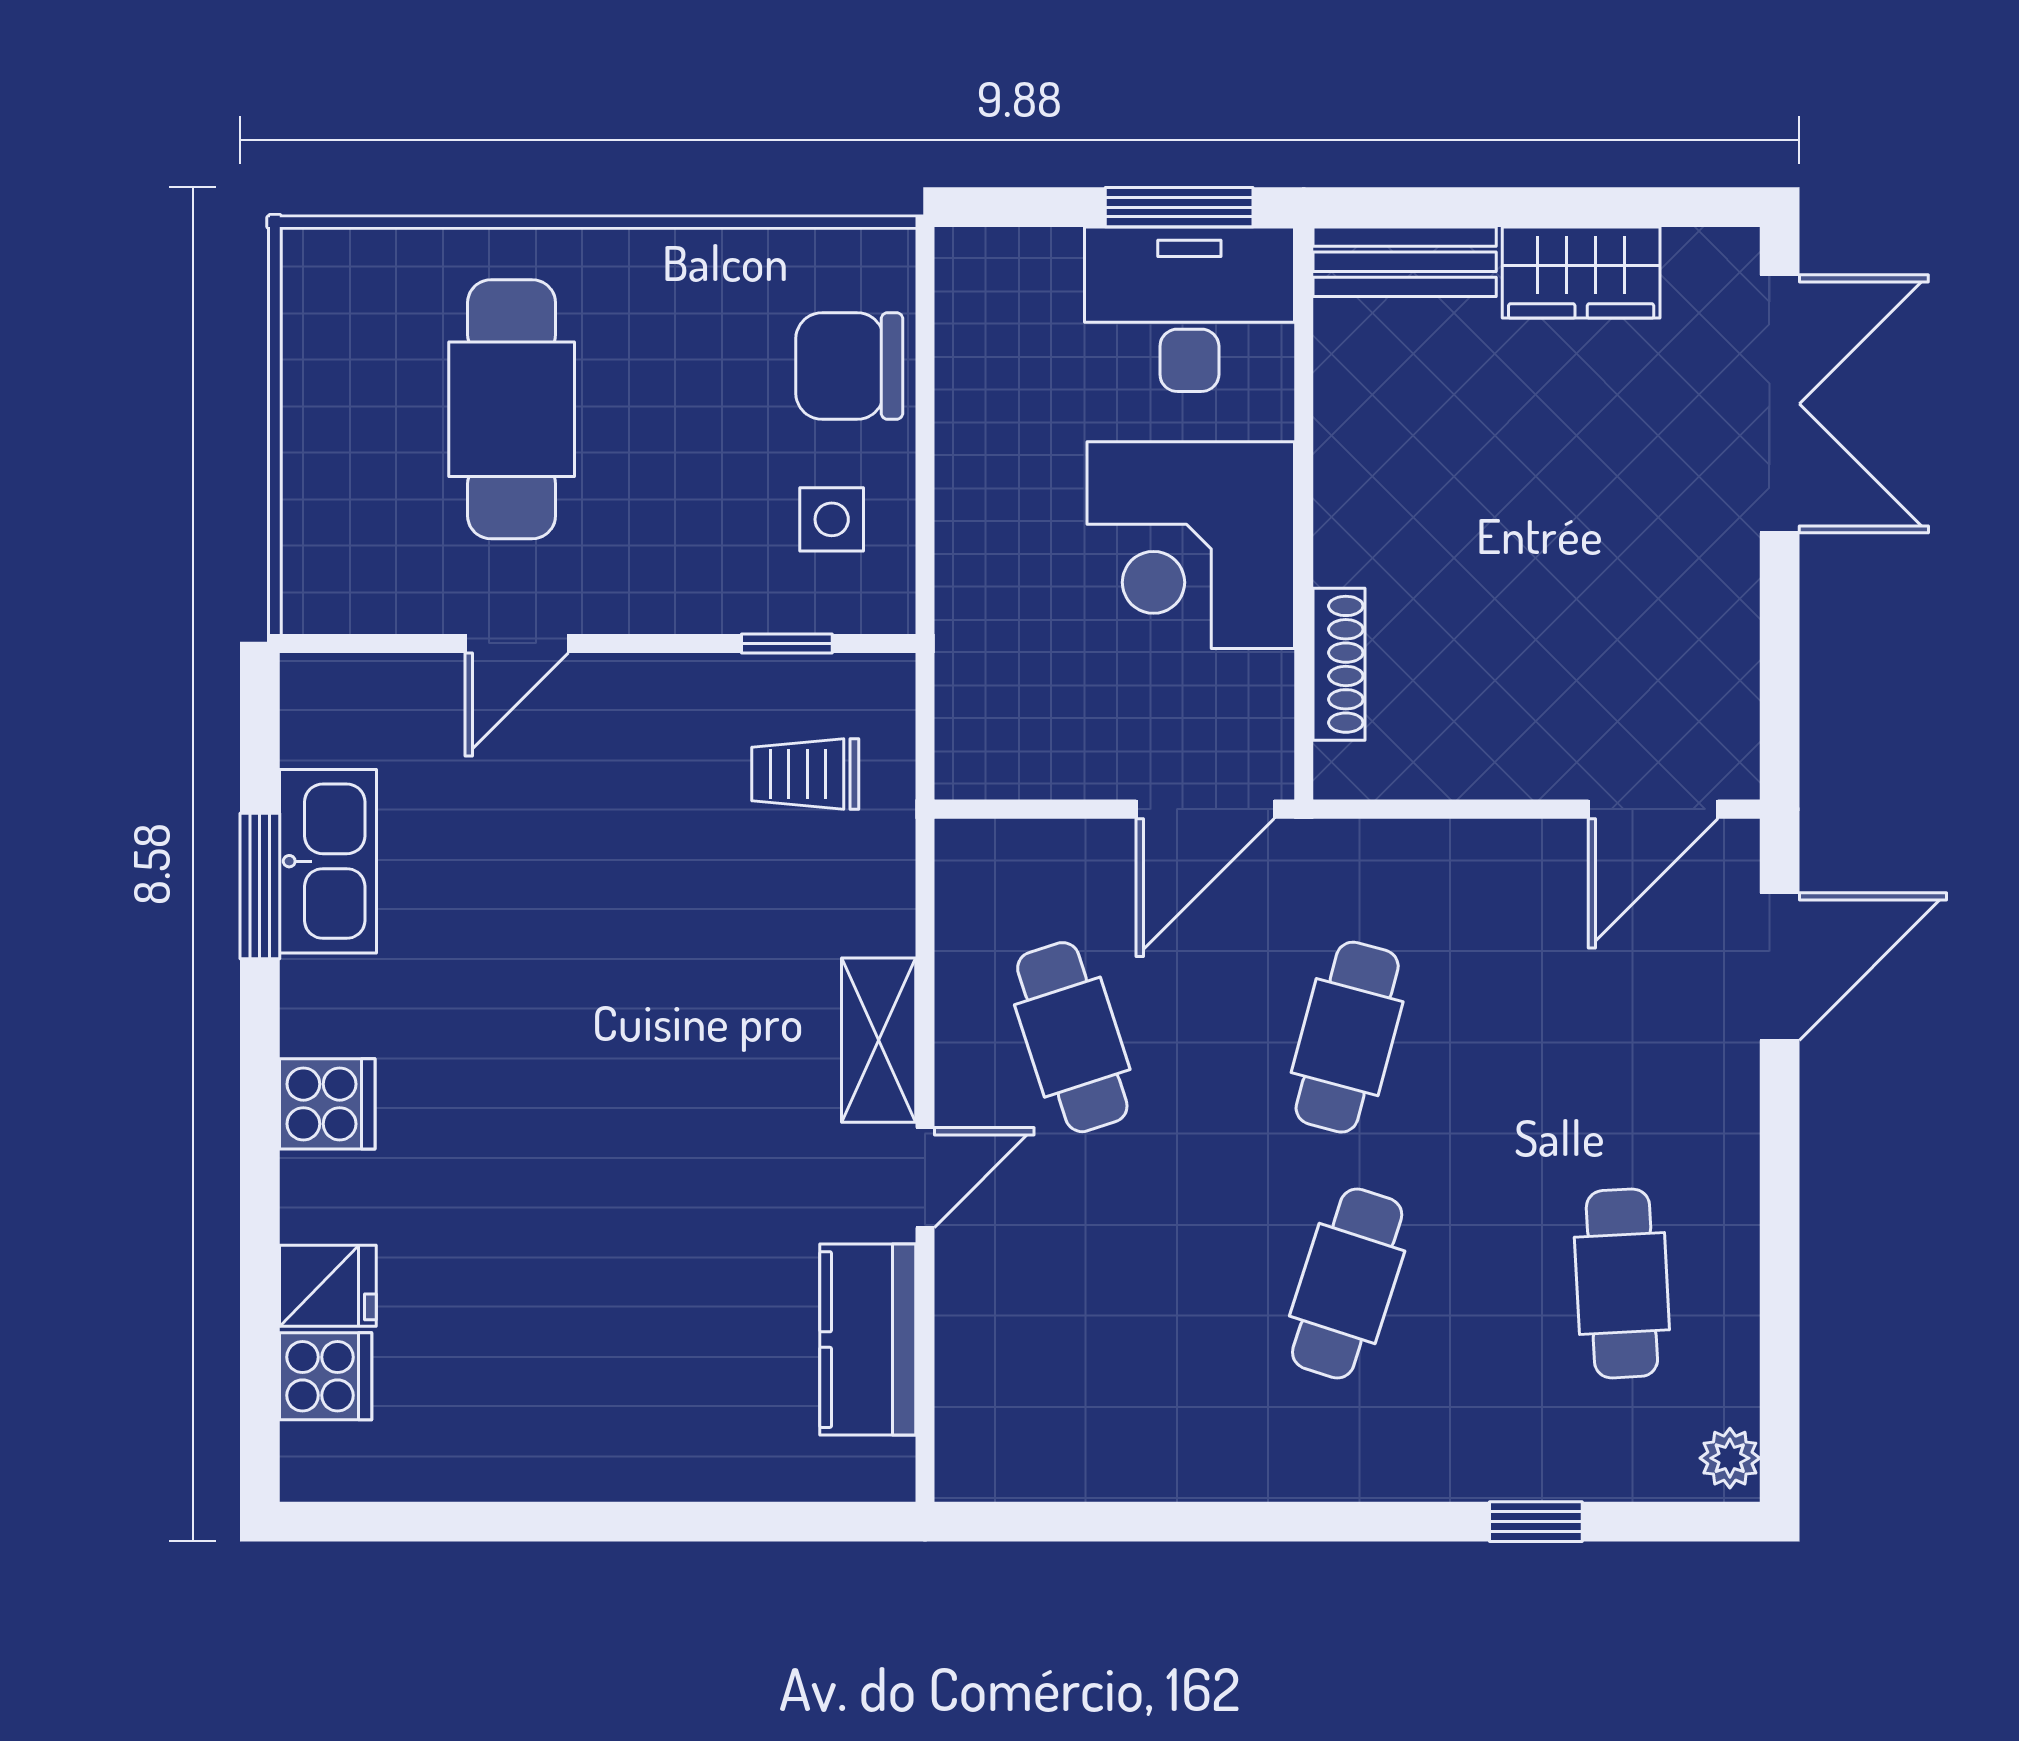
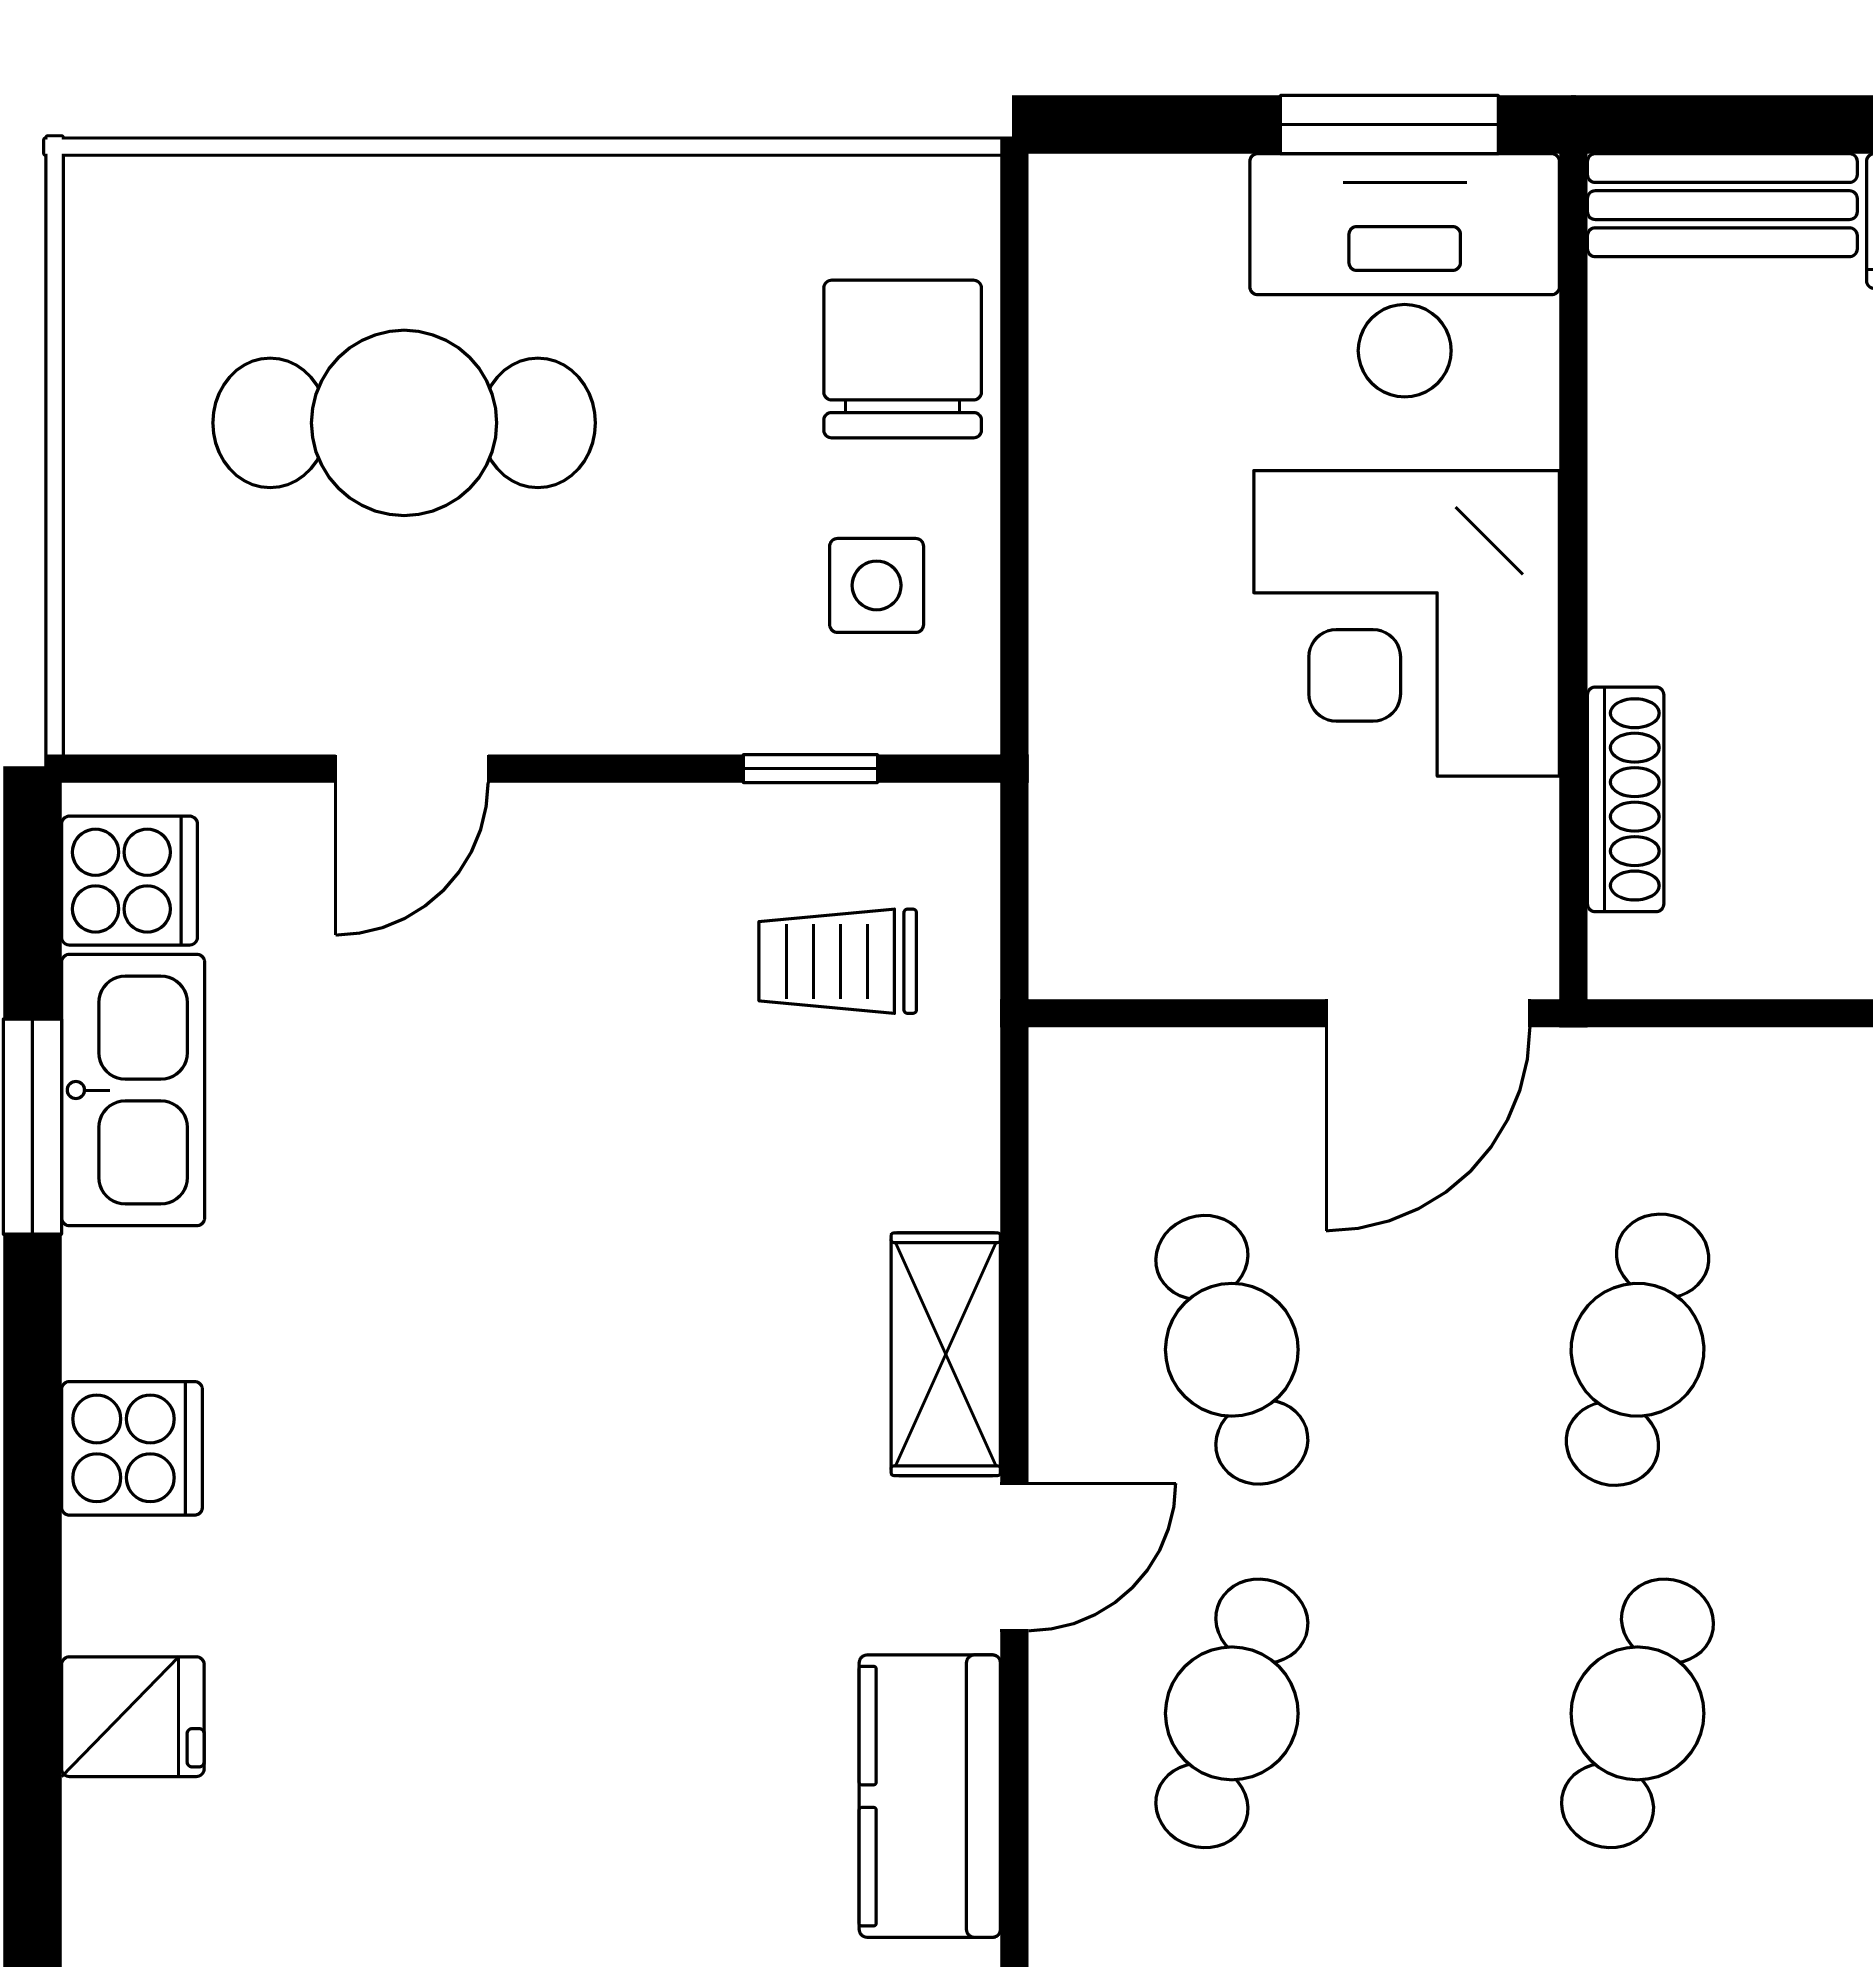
chair: (849, 366) -> (903, 359), turned 90
cafe table: (512, 409) -> (404, 423), turned 90
cafe table: (1072, 1283) -> (1232, 1713), added
cooker: (326, 1376) -> (130, 881), moved

